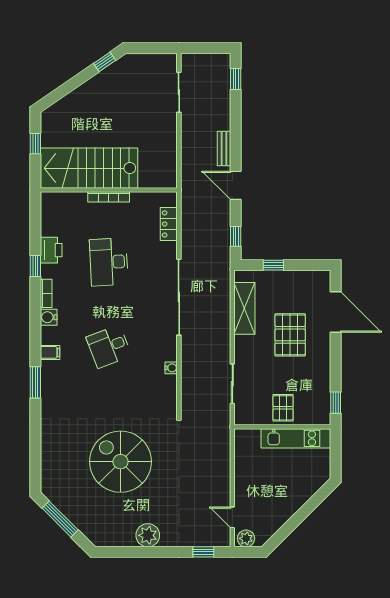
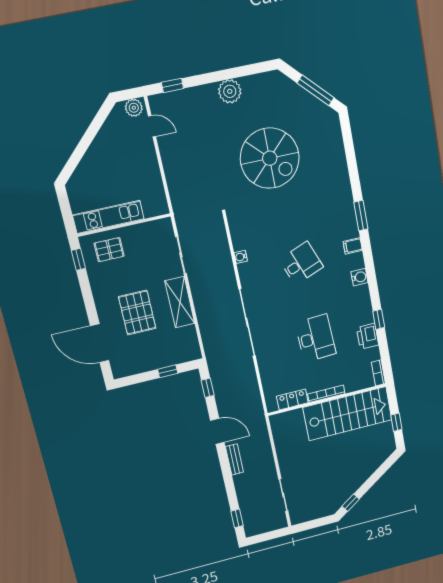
locker: (169, 224) -> (292, 400), moved, turned -90
bookcase: (46, 293) -> (378, 373), moved
shelving: (244, 308) -> (180, 302), moved
pallet: (283, 408) -> (109, 250), moved, turned 90

